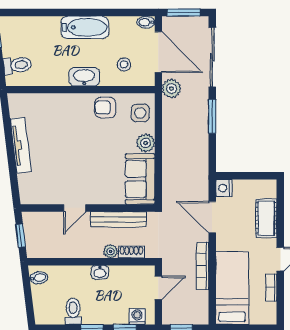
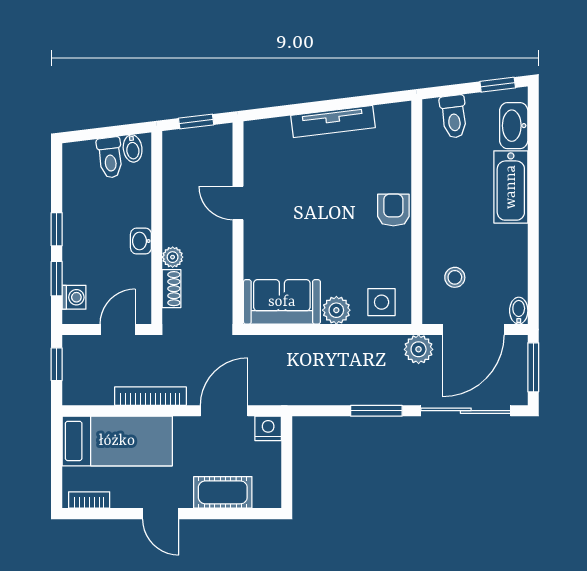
bathtub: (85, 27) -> (511, 187), moved
washbasin: (84, 77) -> (514, 126), moved, turned 180
armchair: (105, 108) -> (393, 210), moved
bench: (118, 219) -> (221, 269), removed
door: (158, 288) -> (118, 329), swing flipped
bookcase: (271, 288) -> (89, 500), moved
toilet: (73, 311) -> (110, 158), moved, turned 83

